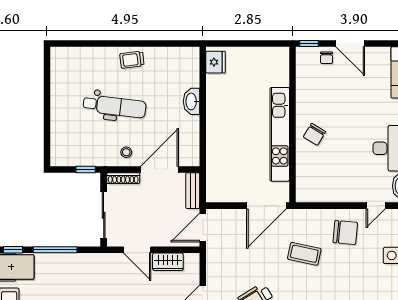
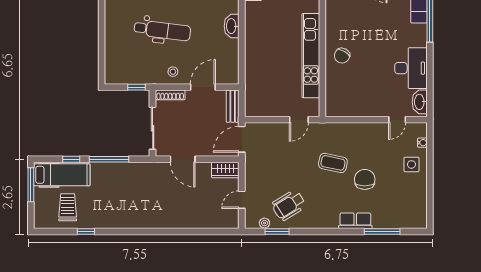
door: (160, 169) -> (203, 87), width x0.73
door: (266, 206) -> (299, 120), width x0.53
chair: (345, 233) -> (365, 179), moved, turned -95
wardrobe: (168, 262) -> (225, 170), moved

